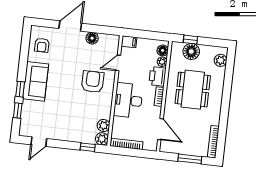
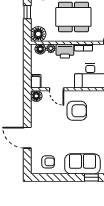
floor lamp: (92, 38) -> (36, 96), moved
window: (190, 40) -> (27, 12), moved
floor lamp: (191, 51) -> (38, 34), moved
armchair: (93, 82) -> (77, 111), turned 180

